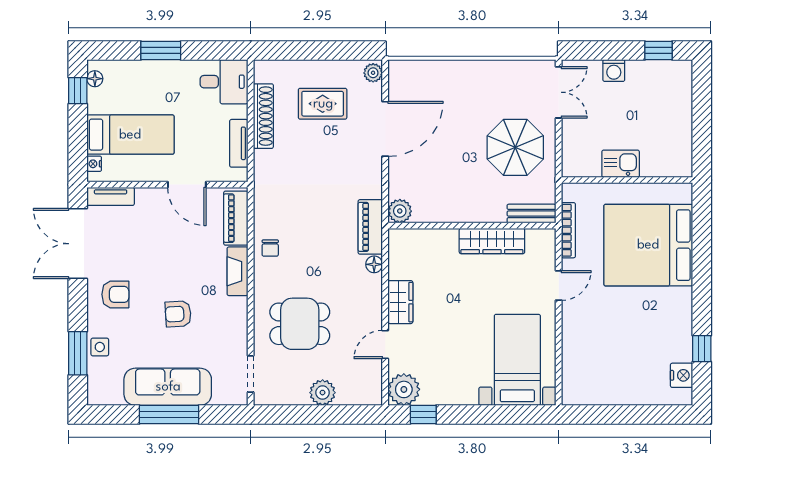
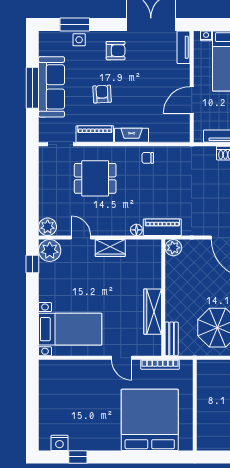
kitchen sink: (621, 164) -> (206, 401), removed
piano: (236, 218) -> (95, 134), moved
armchair: (115, 294) -> (116, 51), turned -90
dining table: (300, 324) -> (95, 178), turned 90
plant: (323, 393) -> (48, 227), moved

